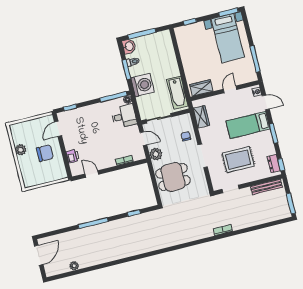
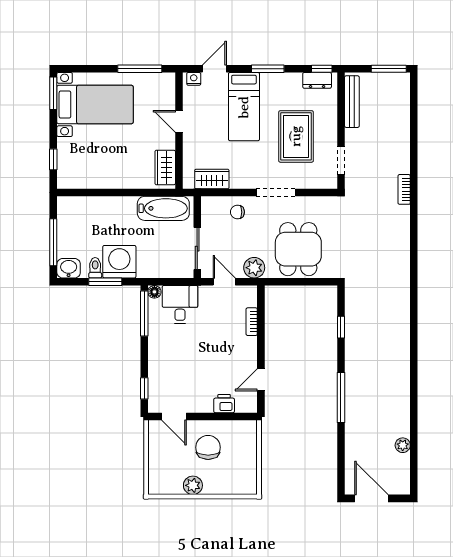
washing machine: (143, 85) -> (119, 262), moved
door: (143, 139) -> (224, 282), hinge flipped

